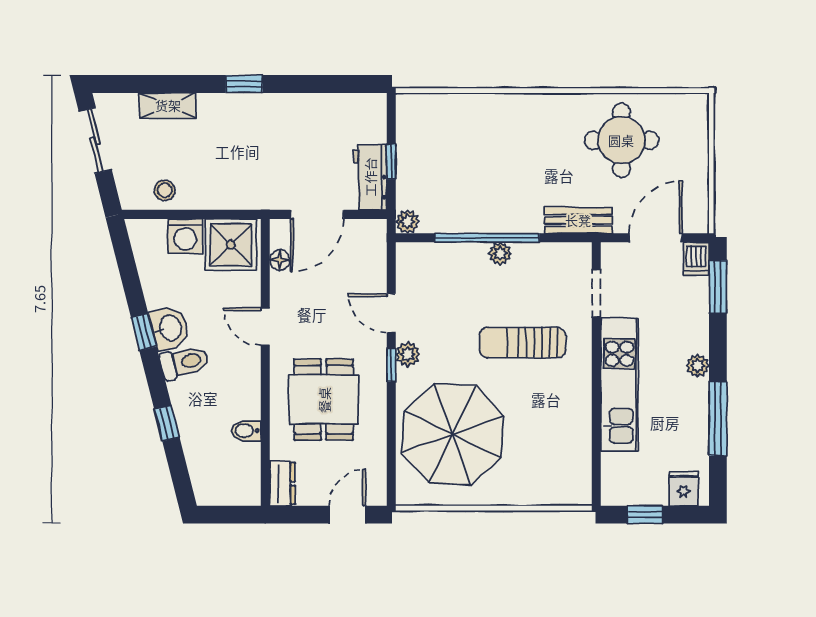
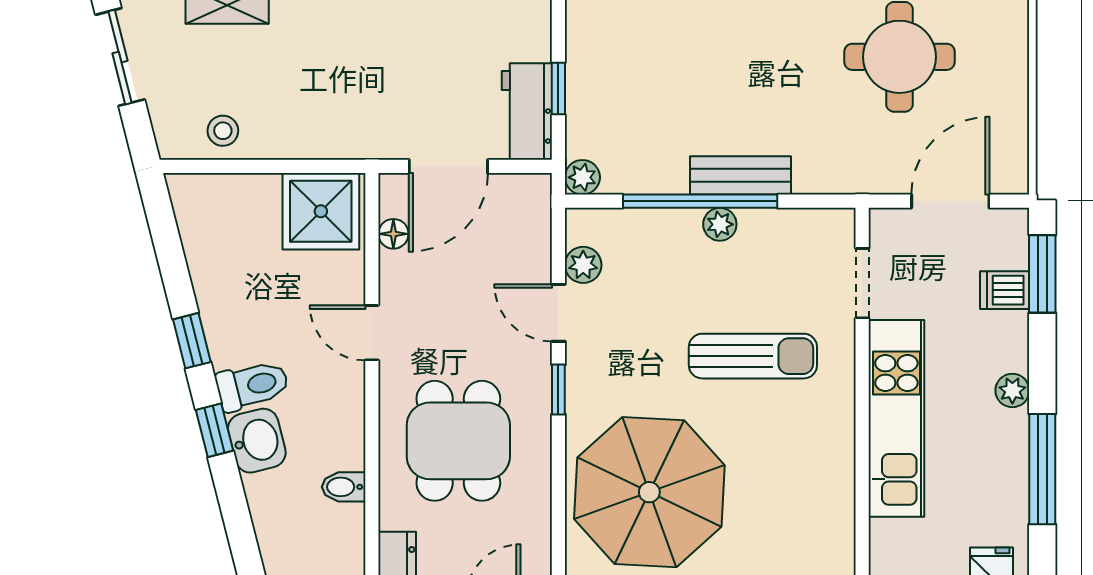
bench: (578, 220) -> (740, 175), moved
washing machine: (185, 236) -> (253, 199), removed
dishwasher: (696, 259) -> (1005, 290), moved, turned 90
washbasin: (170, 328) -> (257, 441), moved
sun lounger: (523, 342) -> (753, 356), turned 180
plant: (408, 354) -> (583, 265), moved
window: (167, 423) -> (215, 430), moved

